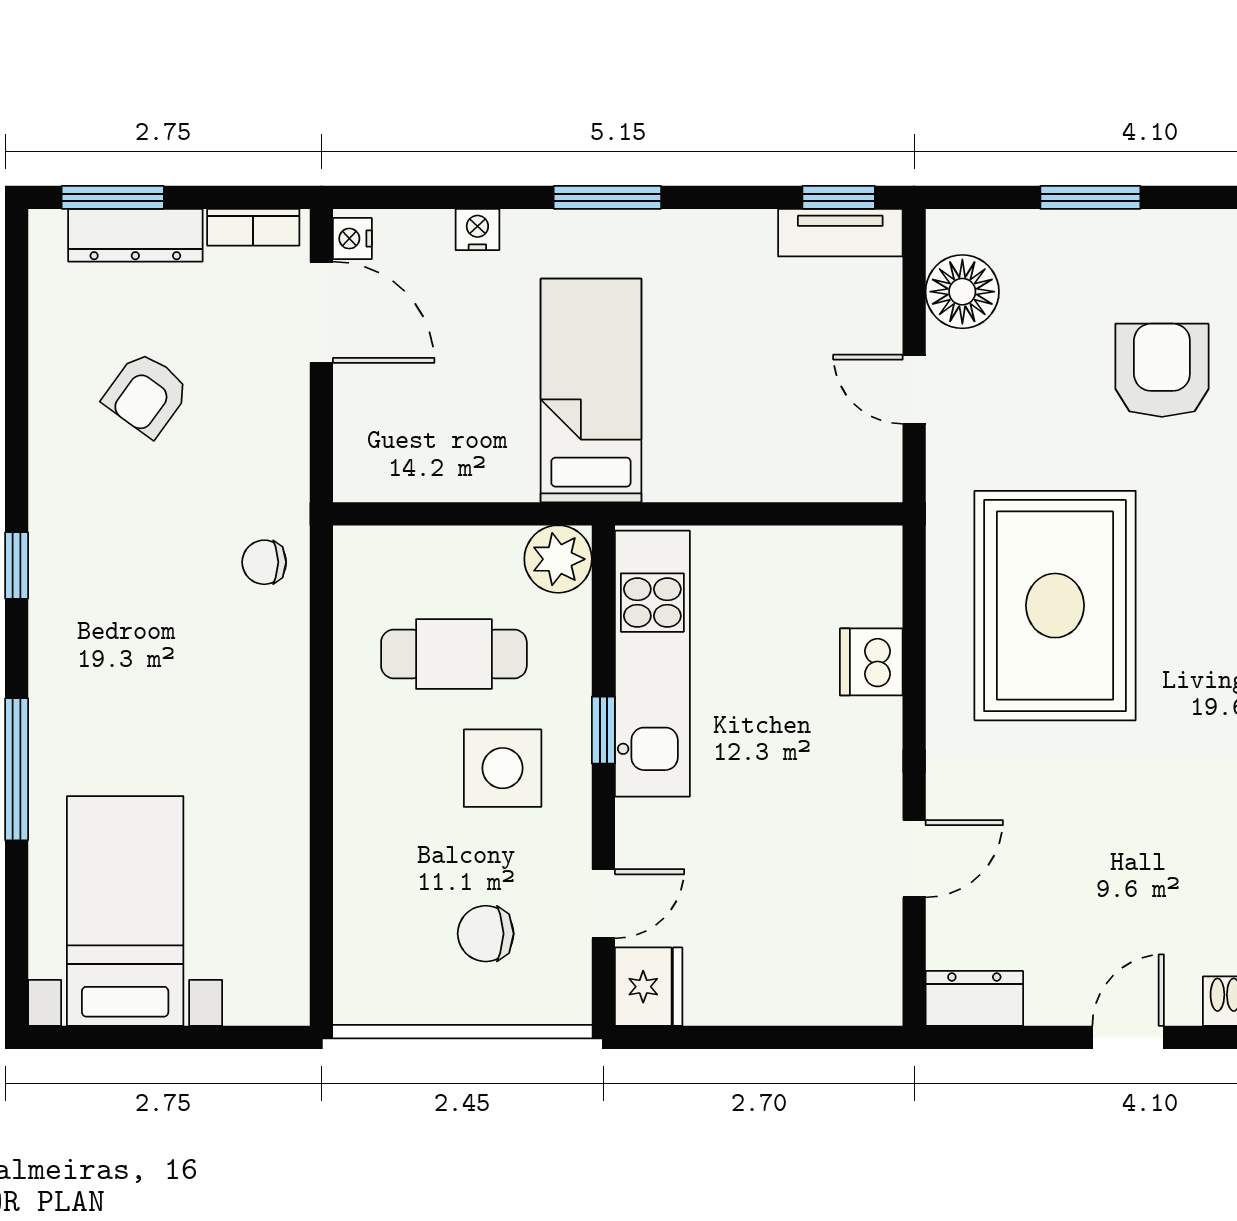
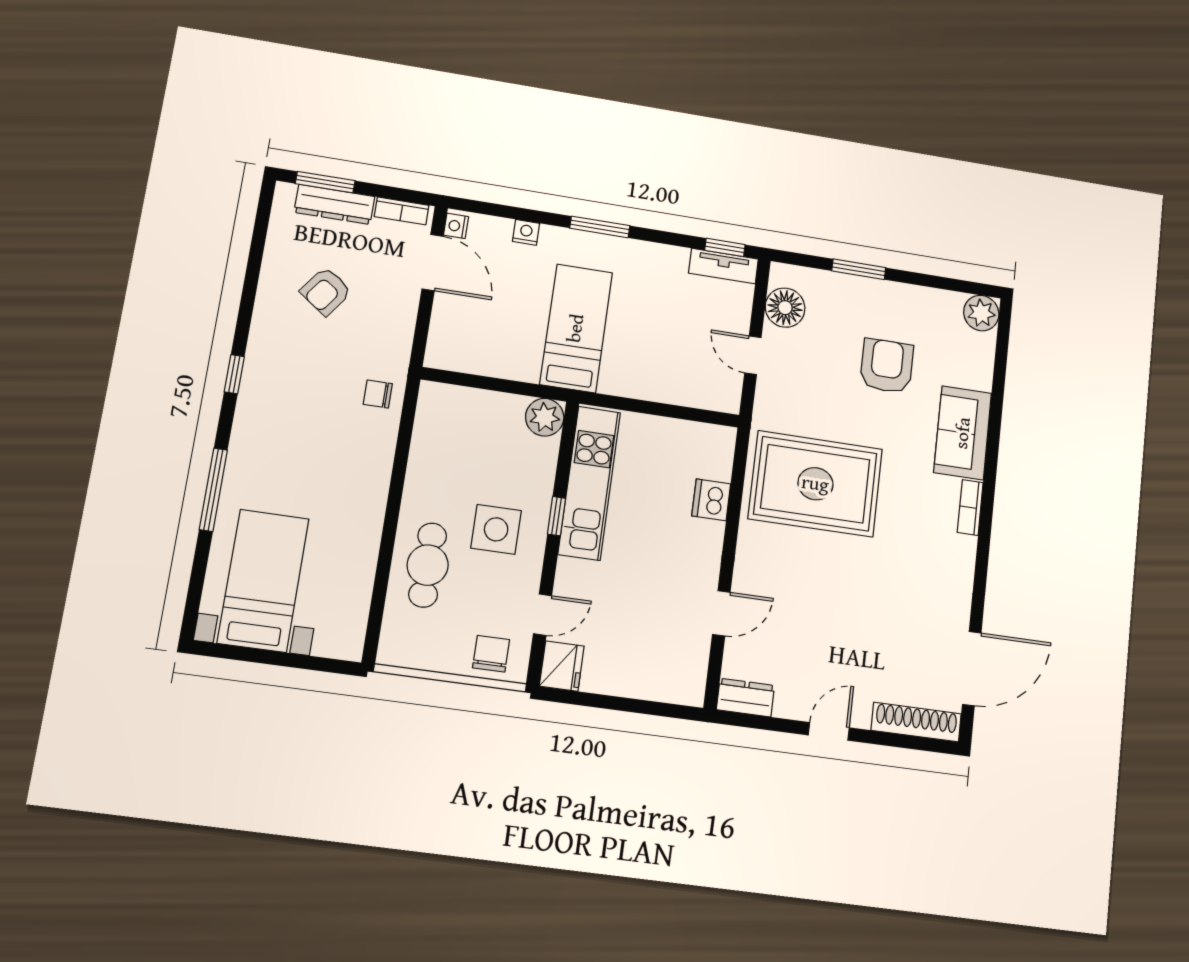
rug: (1055, 606) -> (815, 484), turned 90
cafe table: (454, 654) -> (428, 565), moved, turned 90
chair: (486, 934) -> (491, 654), moved, turned 90

